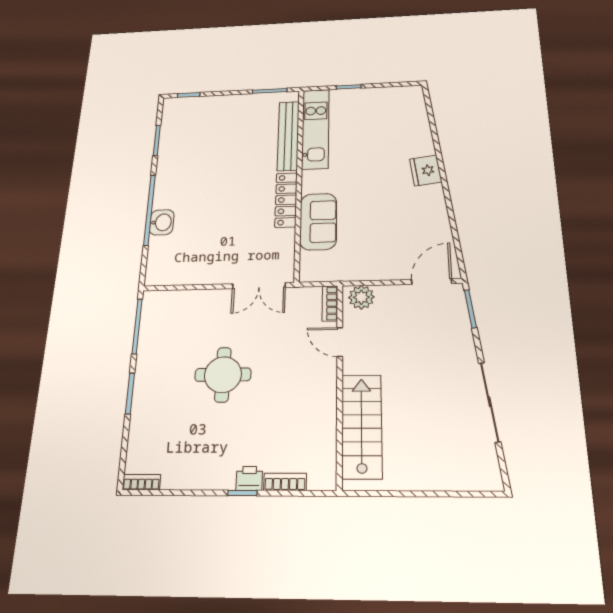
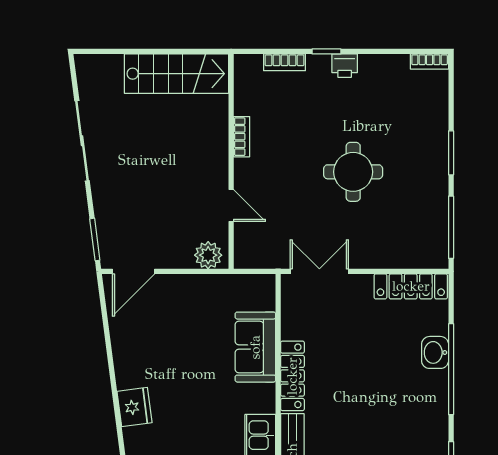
locker: (178, 275) -> (411, 286), added
bookcase: (330, 304) -> (242, 137), moved
stairs: (362, 426) -> (176, 74), moved, turned -90
printer: (249, 478) -> (345, 66), moved

